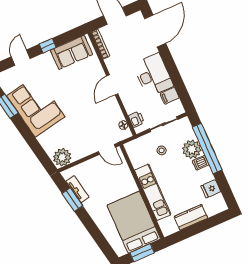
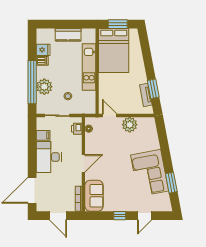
sofa: (72, 52) -> (94, 196), moved, turned 90
plant: (62, 157) -> (130, 125), moved
dishwasher: (200, 163) -> (42, 61), moved

